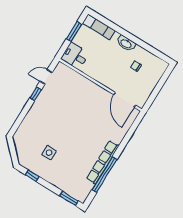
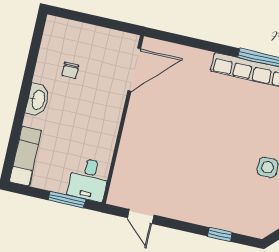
window: (74, 32) -> (67, 200), moved
window: (36, 94) -> (220, 234), moved

